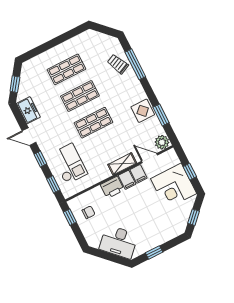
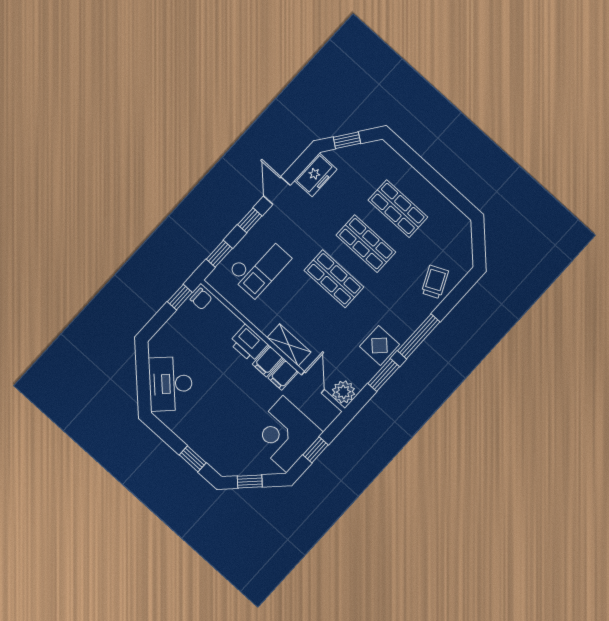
window: (135, 64) -> (419, 336), moved
chair: (89, 212) -> (201, 299), moved
window: (154, 252) -> (193, 459), moved

